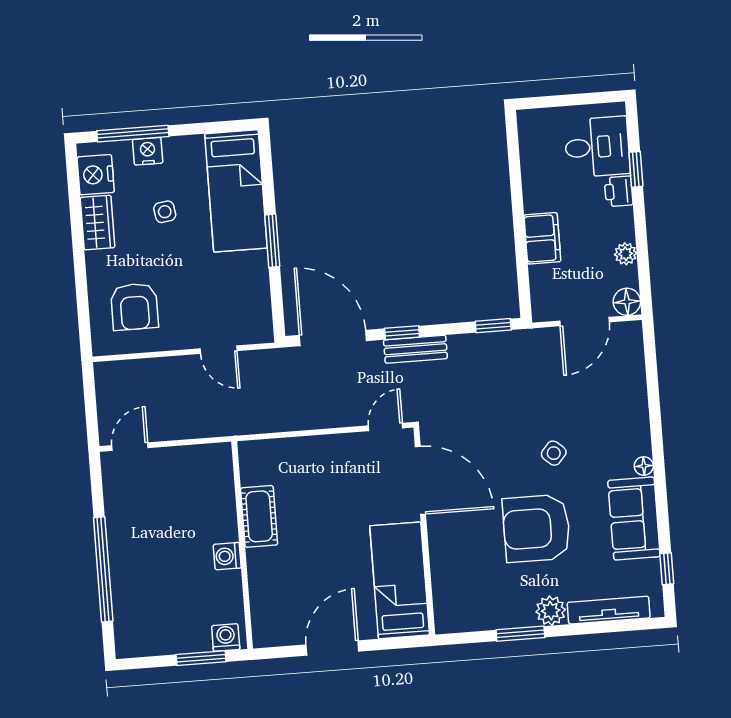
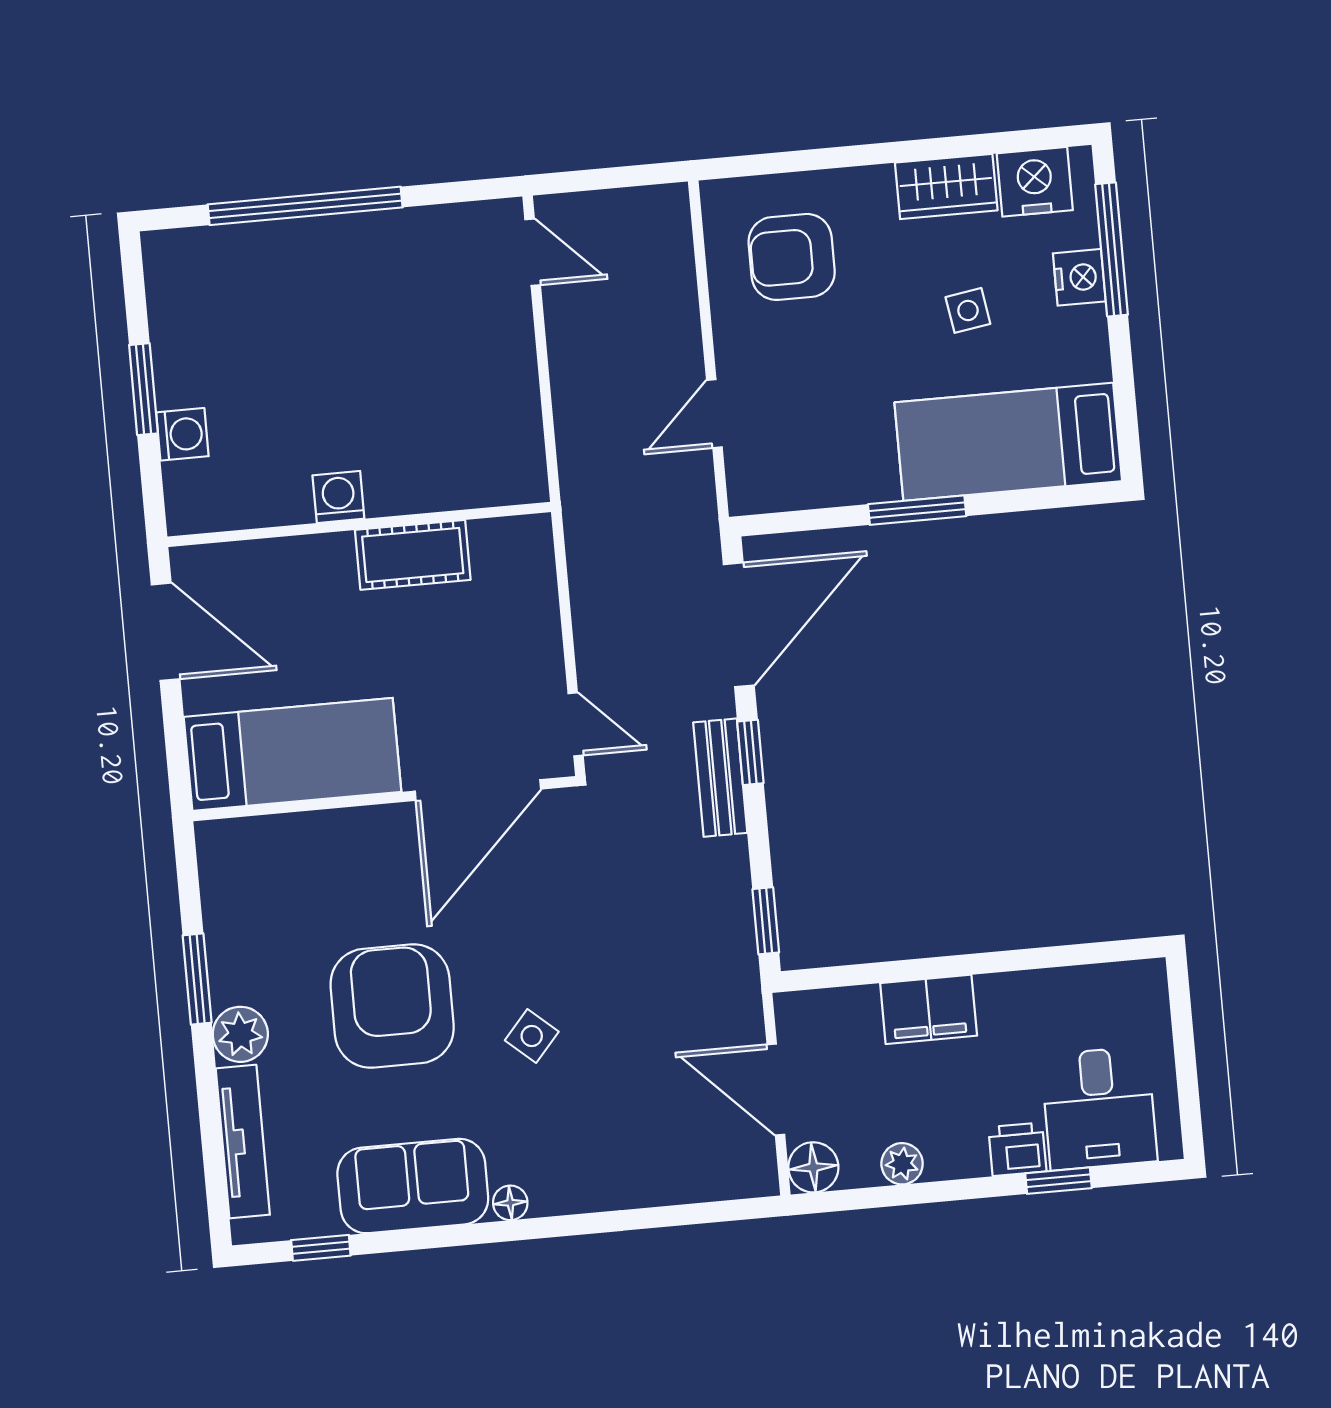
cot: (259, 516) -> (413, 555), moved
wall: (242, 545) -> (359, 524), moved
washing machine: (227, 556) -> (338, 497), moved

